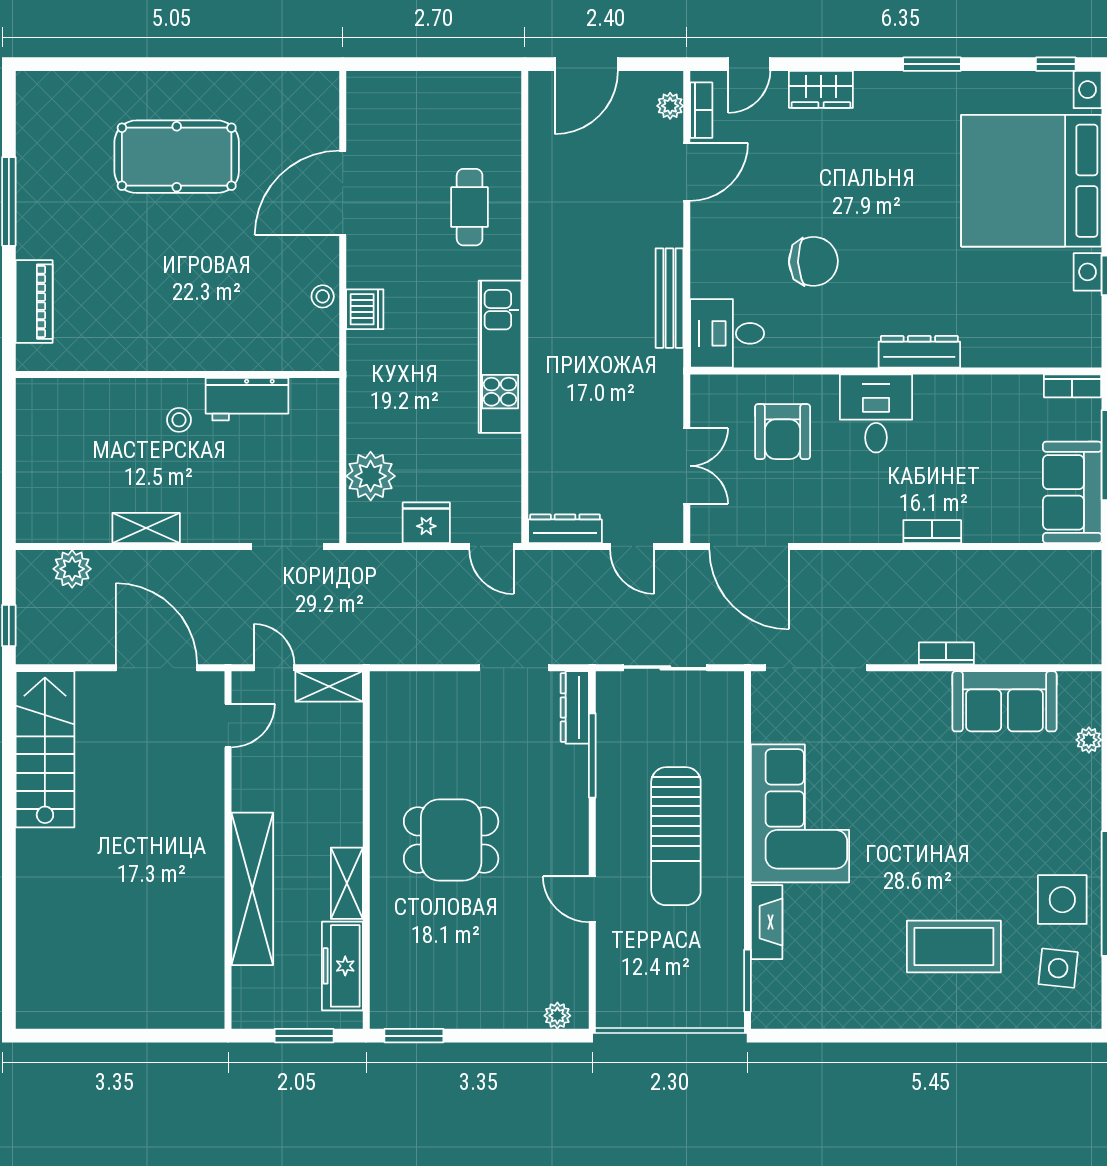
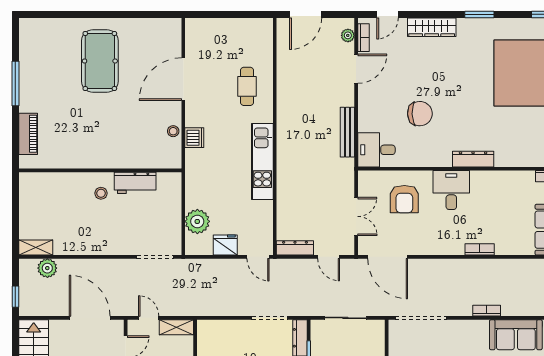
wardrobe: (821, 89) -> (432, 27), width x1.50
pool table: (177, 157) -> (100, 61), turned 90
shelving: (146, 528) -> (36, 248), moved

